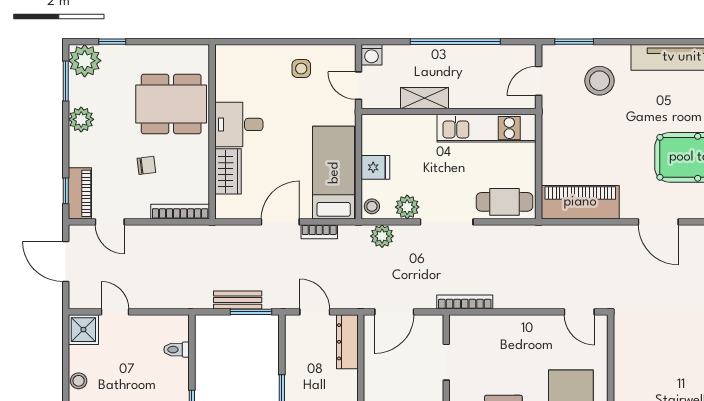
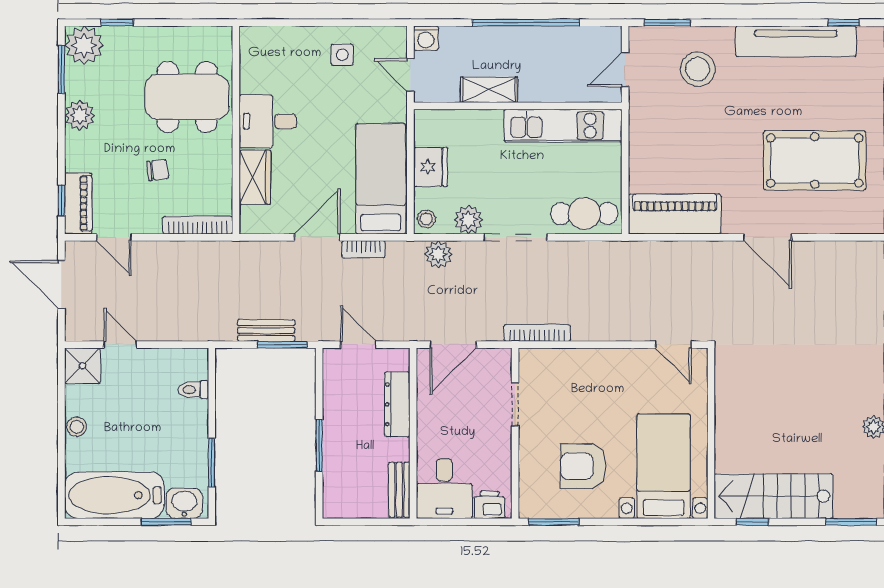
fridge: (375, 167) -> (430, 167), width x1.38
dresser: (347, 342) -> (397, 404), moved

